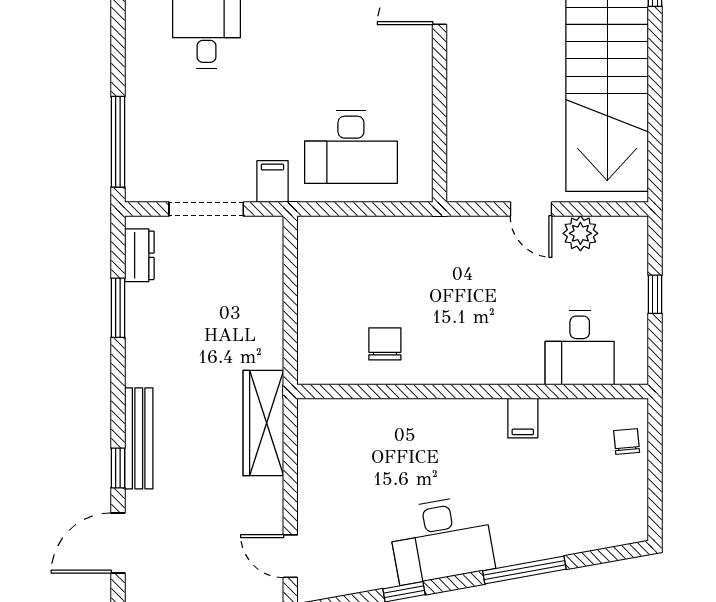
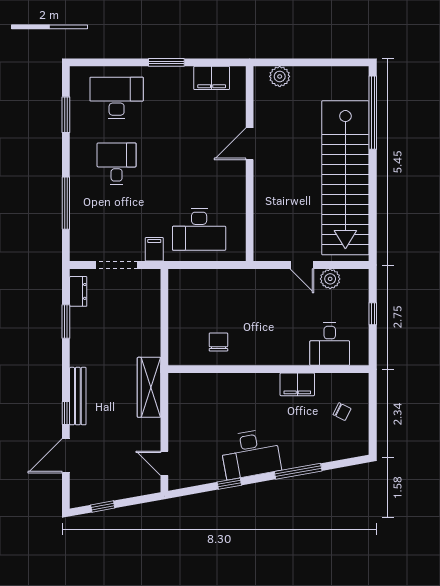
window: (118, 142) -> (66, 203), moved
filing cabinet: (523, 418) -> (297, 384), width x2.00
chair: (627, 442) -> (342, 412), moved, turned 122

